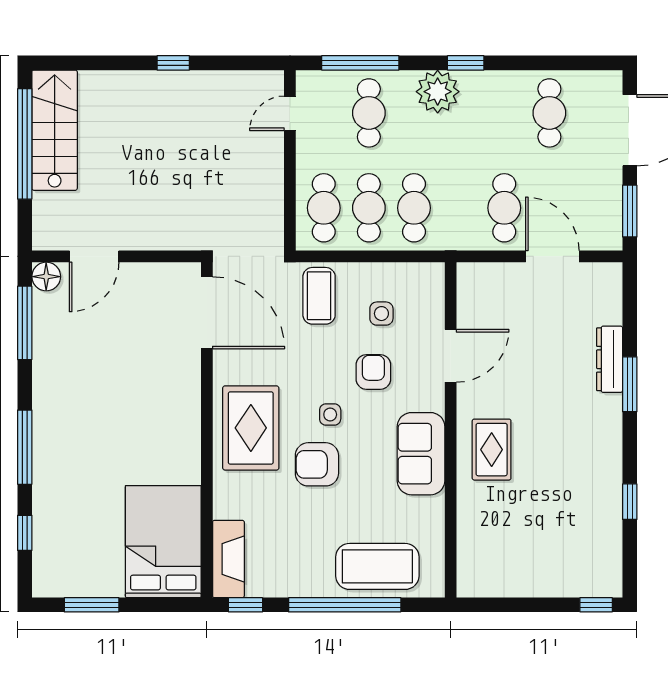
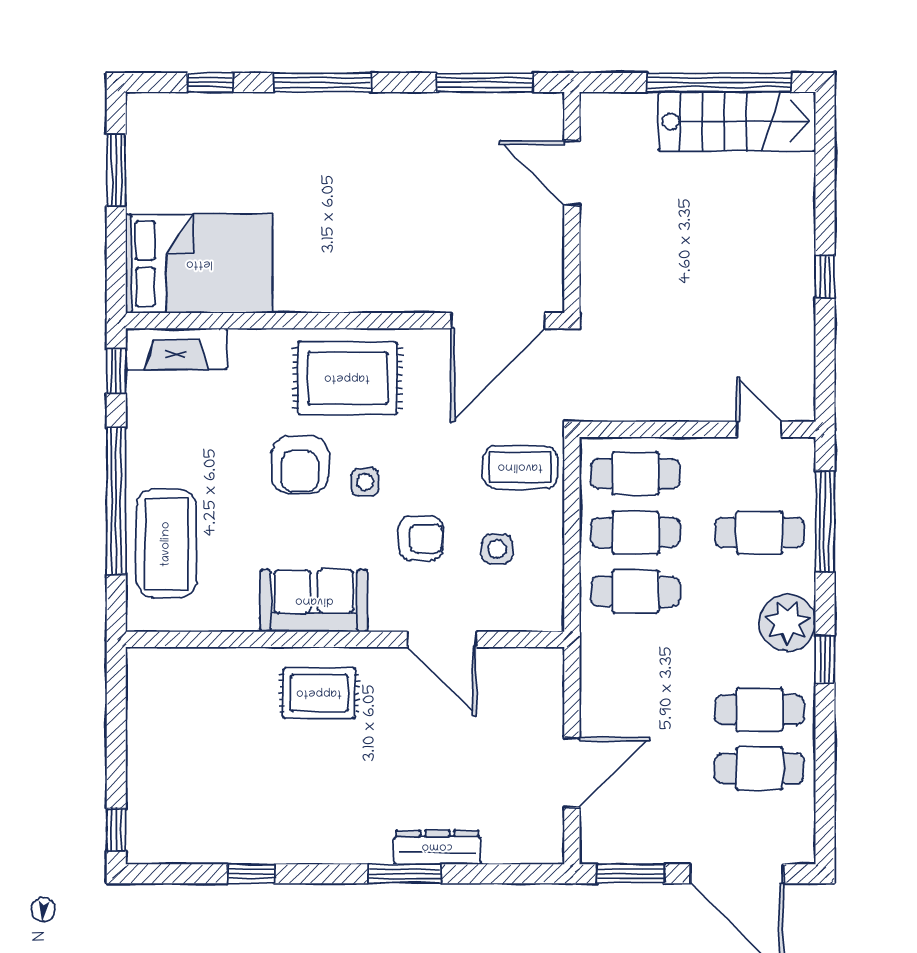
cafe table: (504, 208) -> (759, 710), moved
floor lamp: (46, 277) -> (546, 111), removed
armchair: (317, 464) -> (300, 465), turned 180

